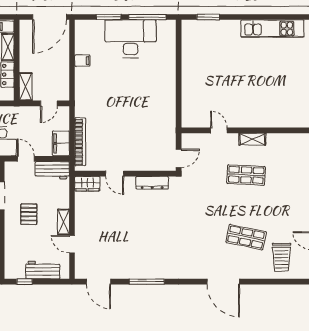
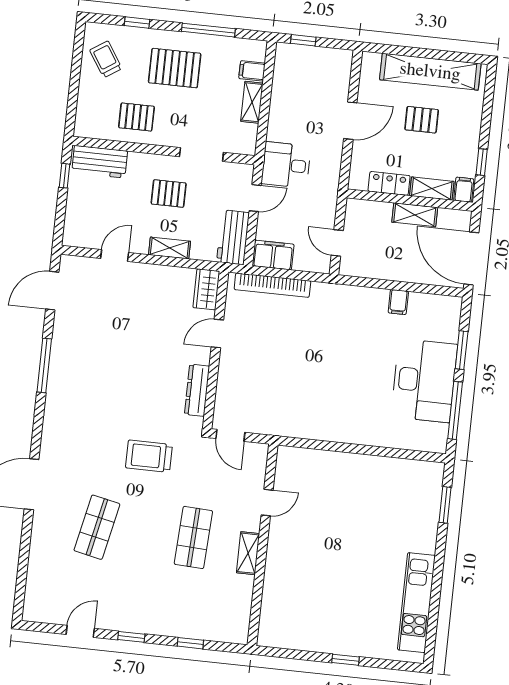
shelving: (26, 87) -> (415, 215), moved
shelving: (63, 222) -> (170, 248), moved
trolley: (282, 257) -> (149, 456), moved
workbench: (43, 270) -> (100, 162), moved, turned 90

